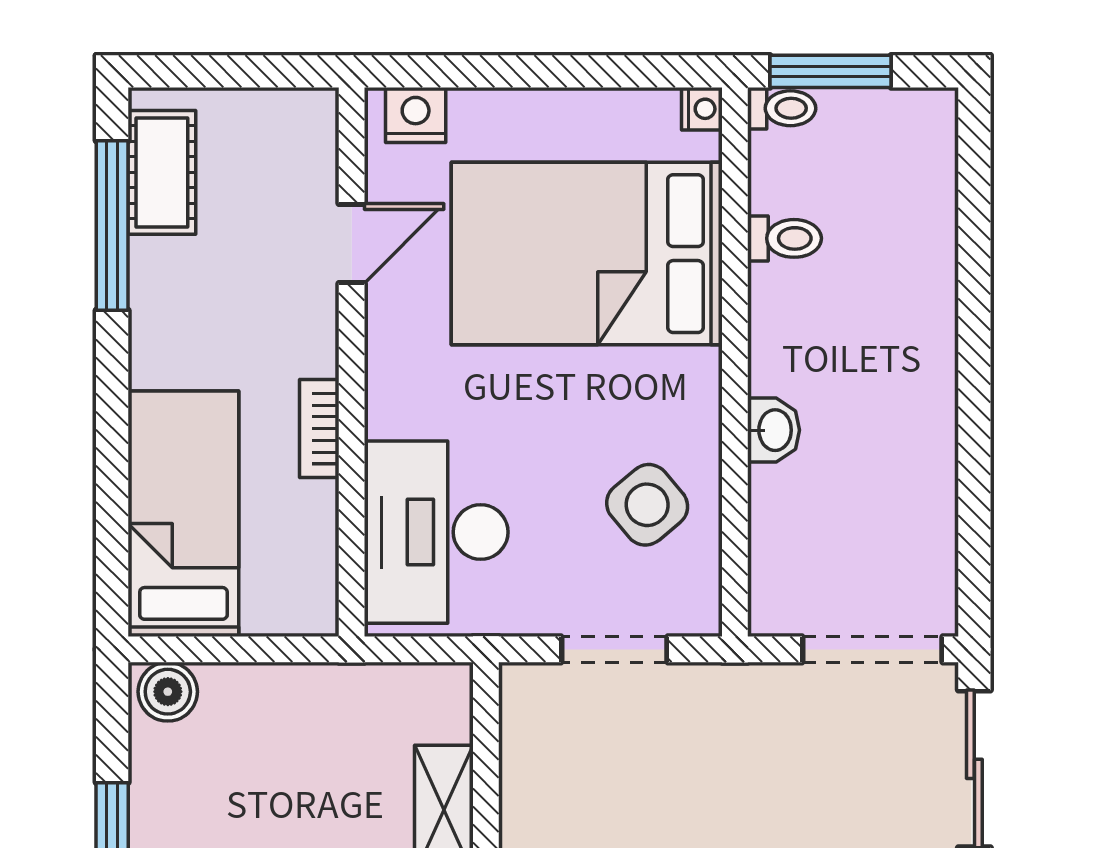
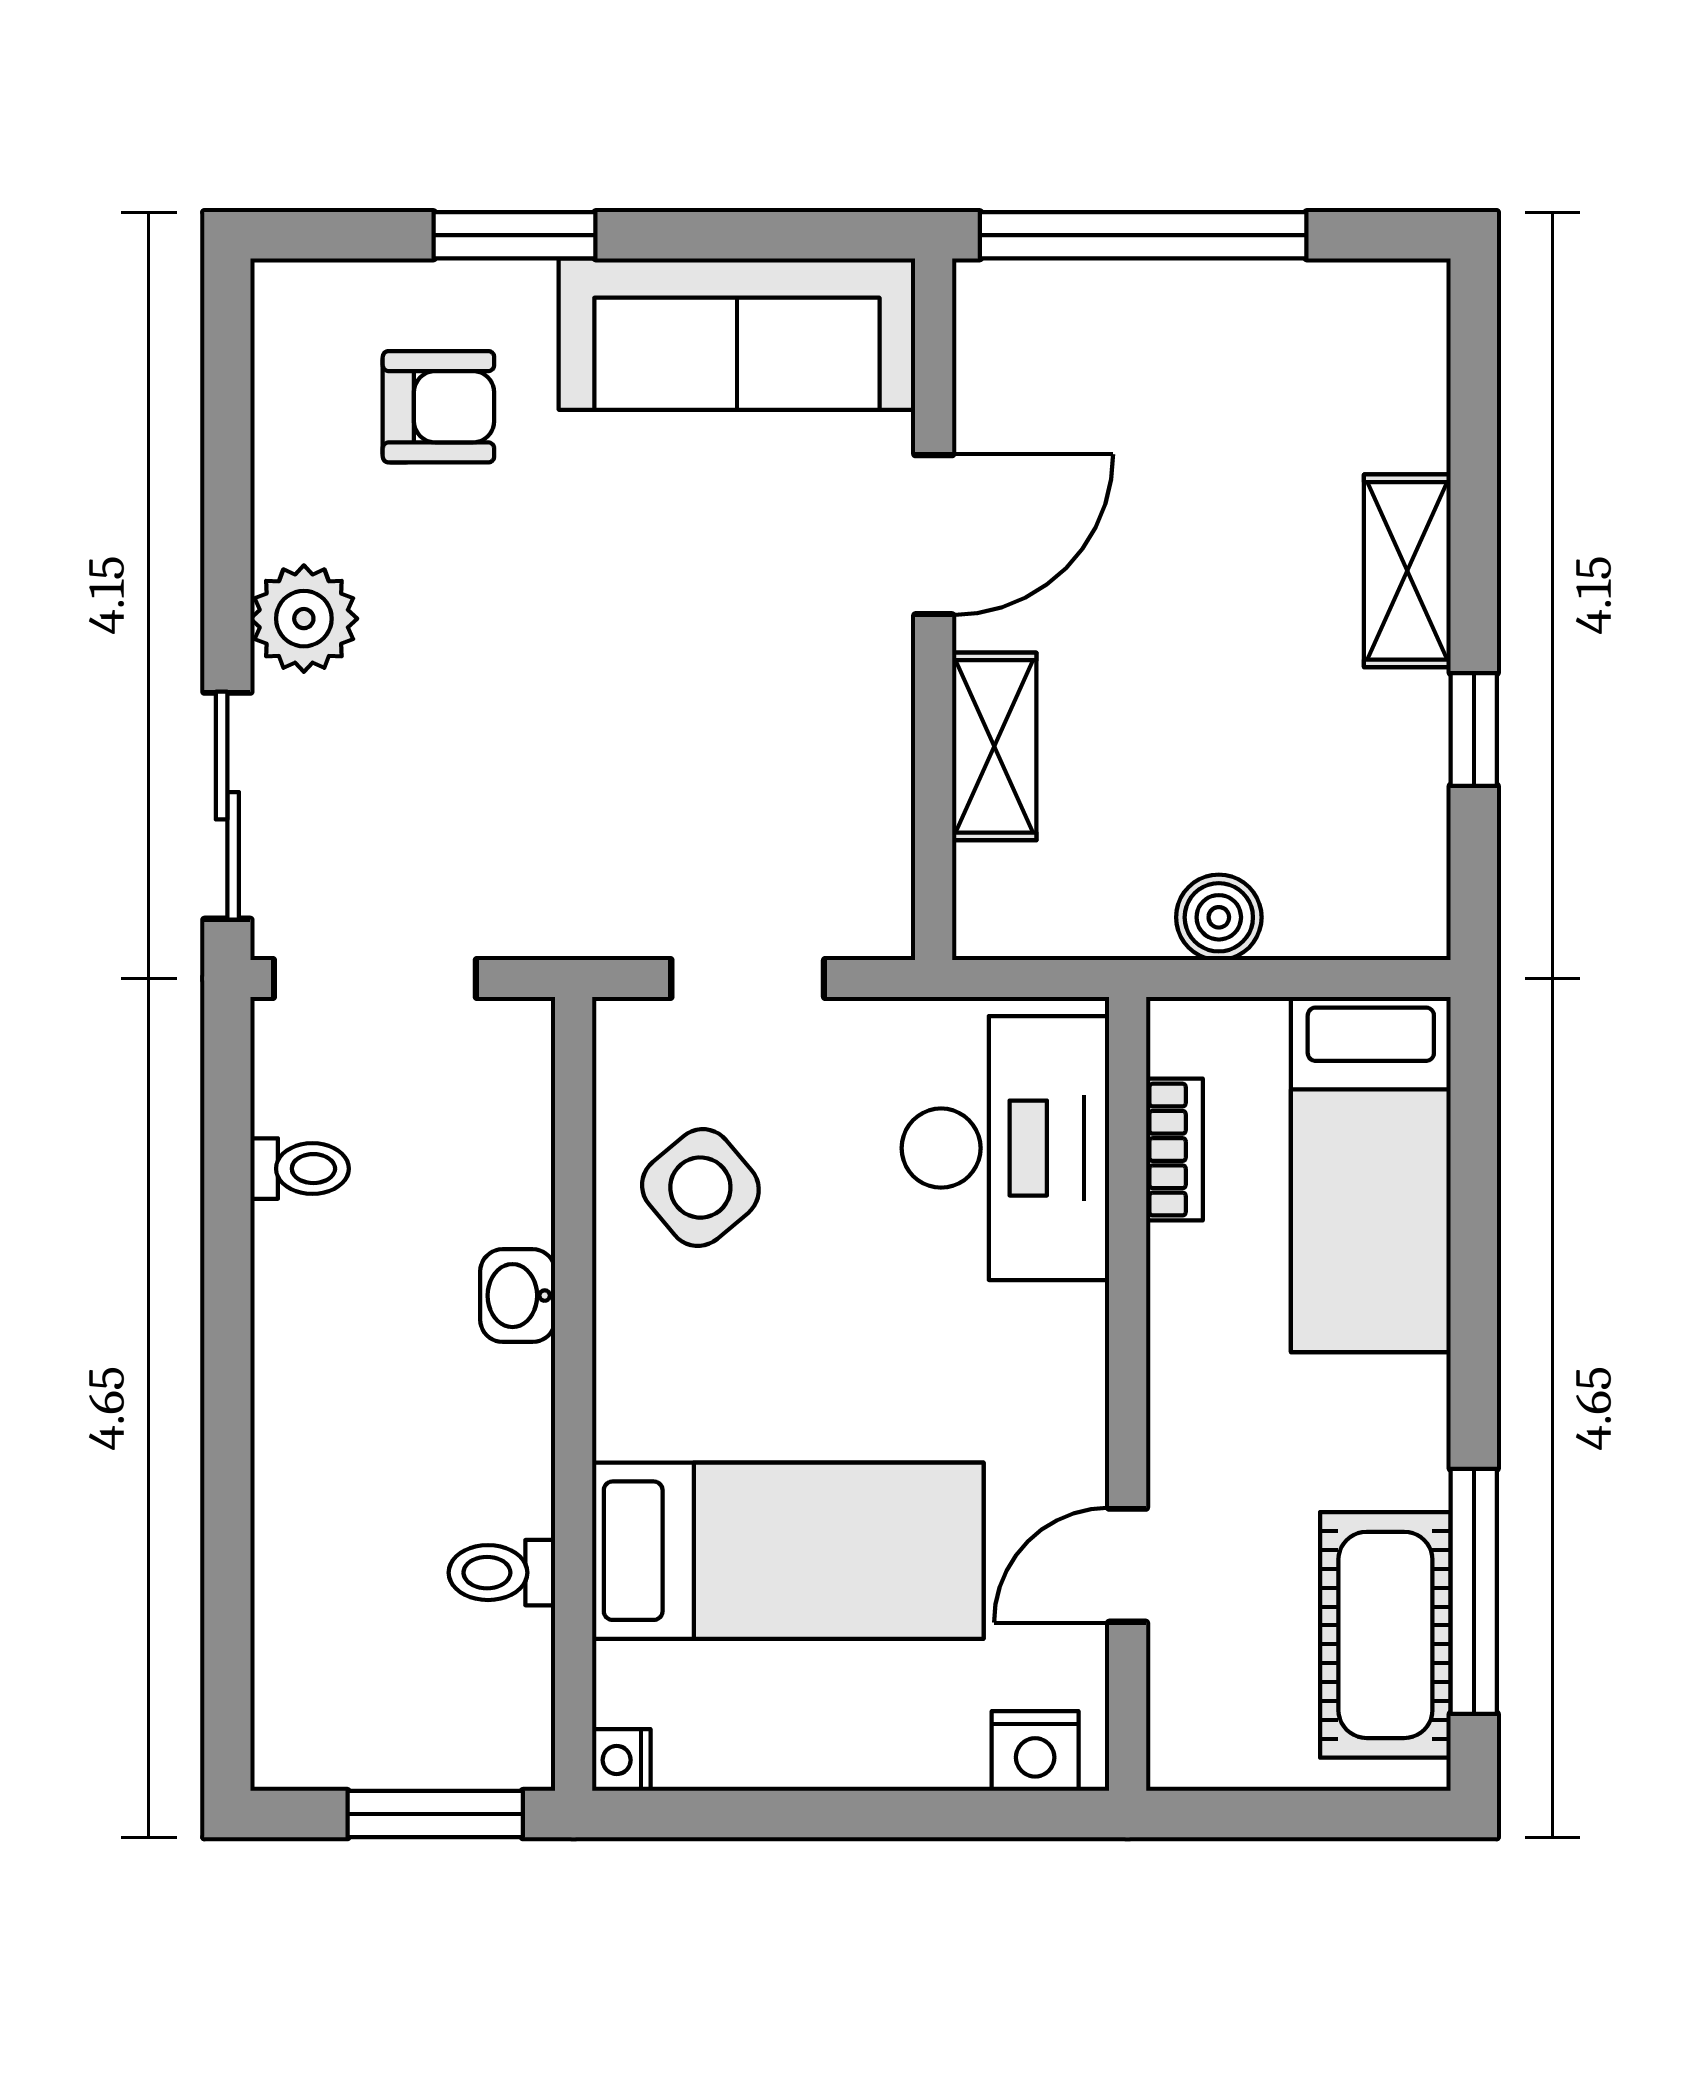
toilet: (782, 108) -> (300, 1169), moved, turned 180
cot: (162, 172) -> (1385, 1635), width x1.37, depth x1.34
bed: (587, 254) -> (788, 1551), width x0.67
bookcase: (319, 429) -> (1174, 1150), moved
boiler: (168, 692) -> (1219, 917), moved

